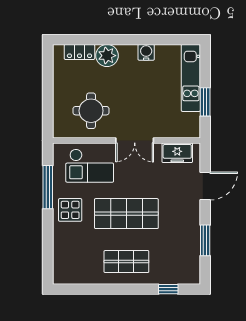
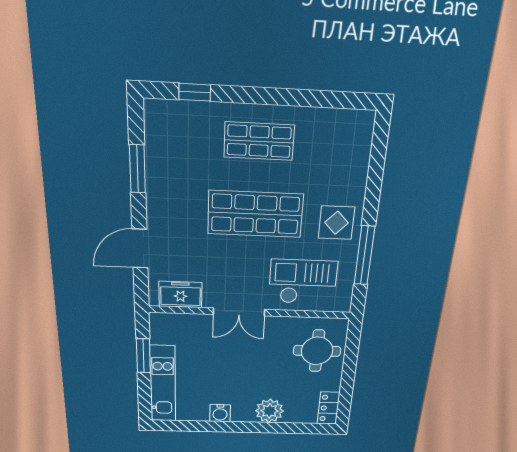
locker: (79, 52) -> (328, 408), moved, turned -90
round table: (91, 111) -> (317, 351), moved
double door: (135, 140) -> (239, 312), swing flipped

